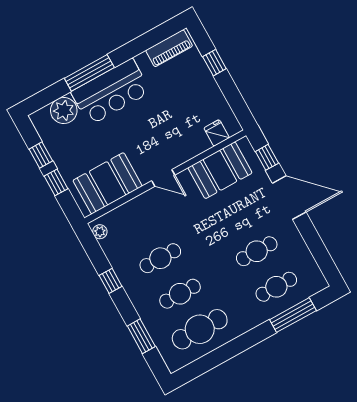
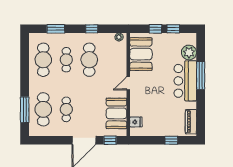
cafe table: (160, 258) -> (89, 60), width x1.37, depth x1.35
cafe table: (276, 287) -> (43, 109), width x1.37, depth x1.35

